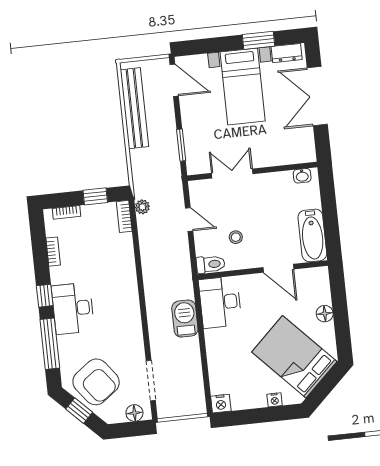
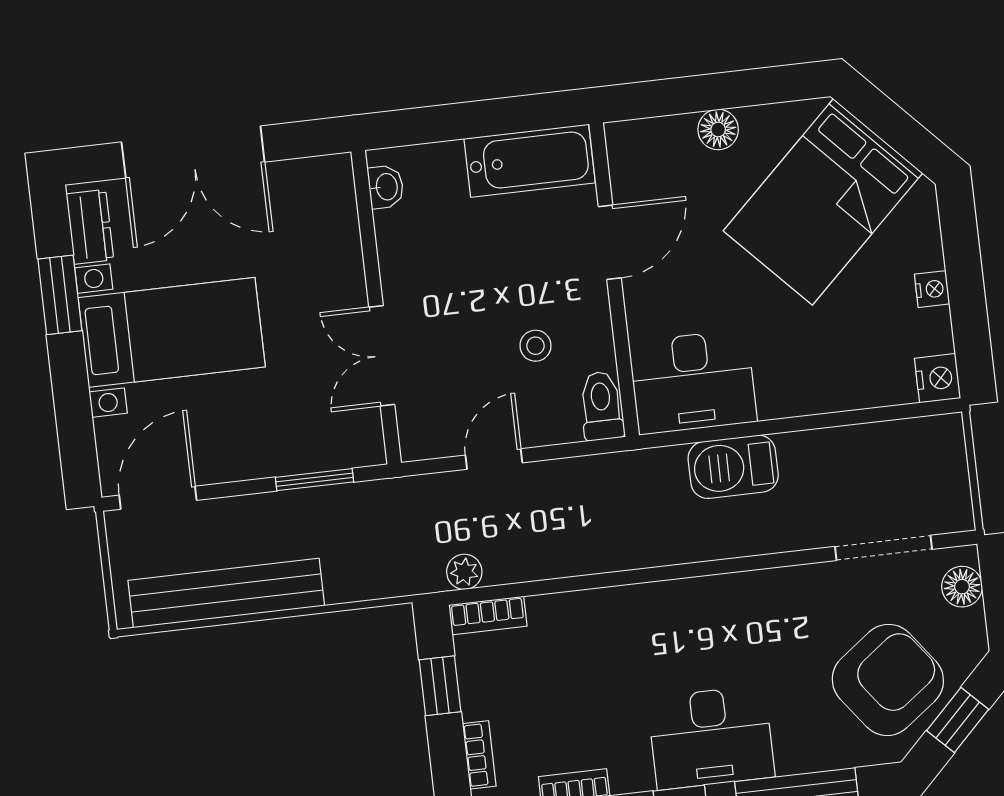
nightstand: (275, 400) -> (932, 289), moved

